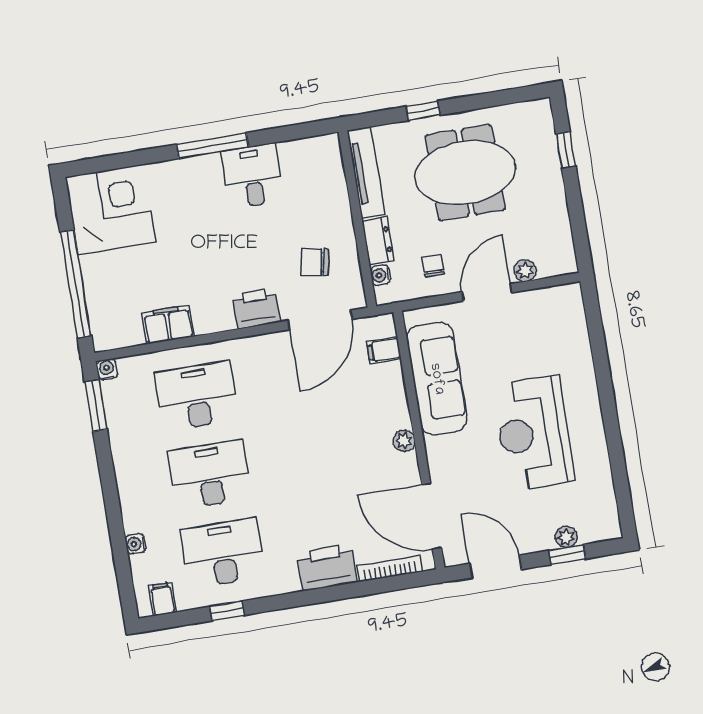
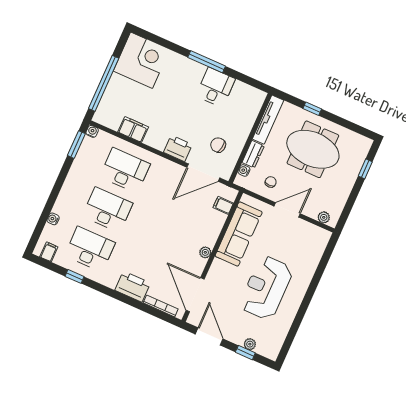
plant: (525, 271) -> (324, 217), moved

